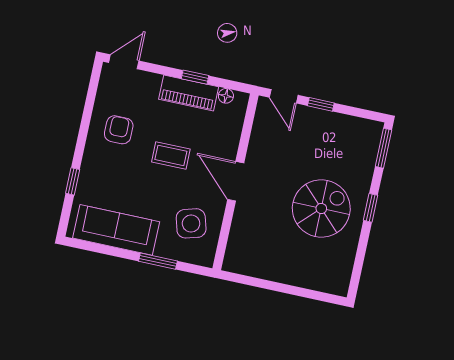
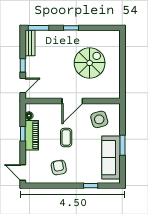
bench: (359, 126) -> (30, 43), added
armchair: (119, 130) -> (59, 167), turned 79
spiral stairs: (321, 208) -> (90, 63), moved, turned 90
window: (158, 261) -> (122, 145), moved

